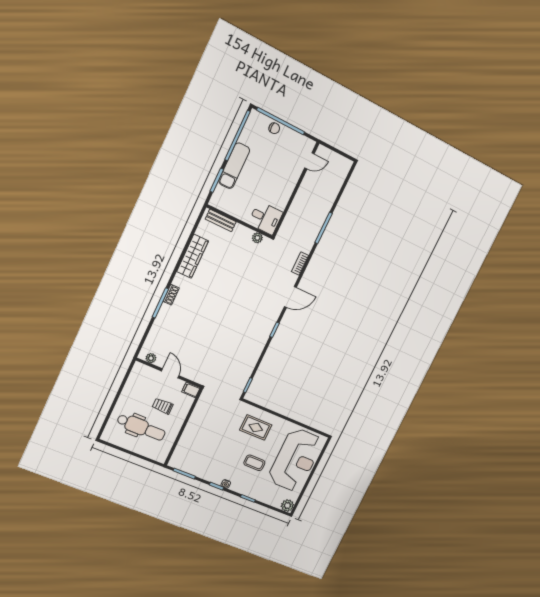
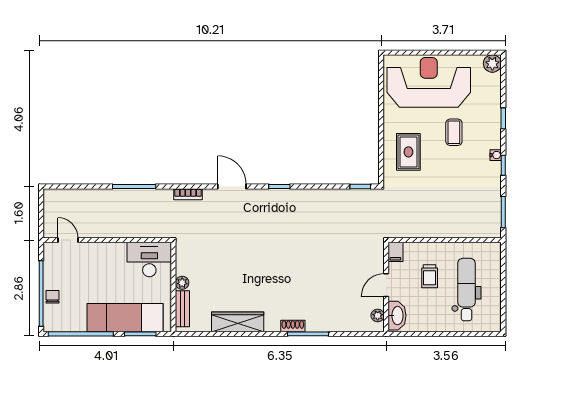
exam couch: (234, 166) -> (125, 318), width x1.36, depth x1.45
desk: (265, 218) -> (149, 259), width x1.37
plant: (257, 238) -> (182, 283), moved
washbasin: (145, 372) -> (397, 316), added

